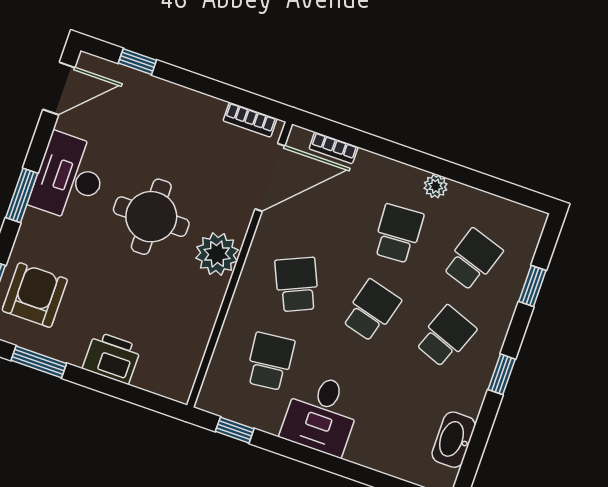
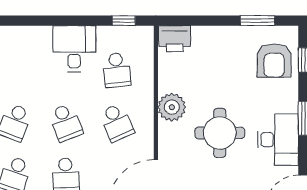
plant: (217, 254) -> (172, 107), moved
school desk: (371, 310) -> (66, 122), turned -36
printer: (112, 358) -> (175, 39), moved

